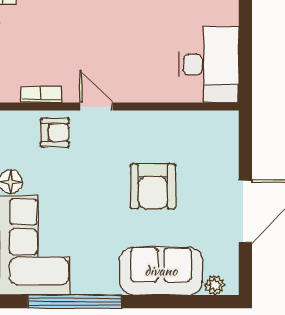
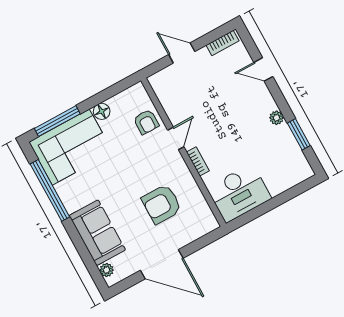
bookcase: (41, 95) -> (198, 161), moved
armchair: (153, 186) -> (162, 204), moved

